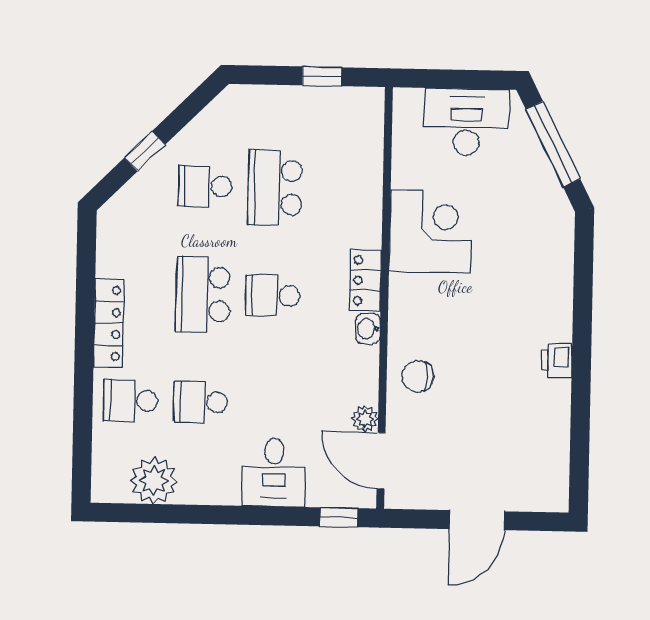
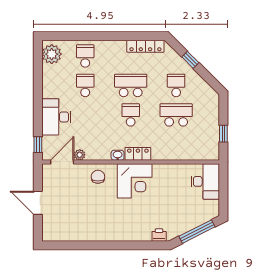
desk: (467, 122) -> (205, 181), moved
corner desk: (431, 232) -> (135, 181), moved
locker: (109, 323) -> (145, 46), moved
printer: (557, 360) -> (159, 235), moved
desk: (274, 472) -> (56, 117), width x1.37
plant: (154, 481) -> (52, 54), moved

